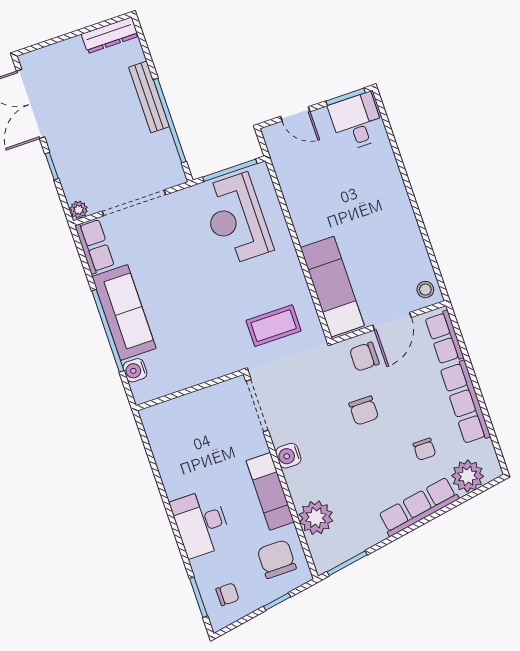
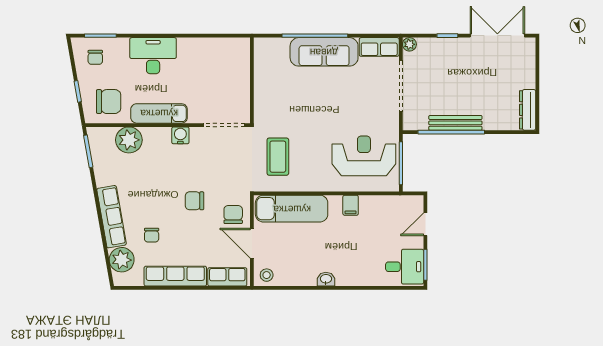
bench: (149, 97) -> (455, 123), moved
washbasin: (405, 214) -> (326, 279), added
filing cabinet: (303, 215) -> (351, 205), added
water cooler: (135, 370) -> (280, 46), removed
chair: (424, 449) -> (152, 235), turned -90

